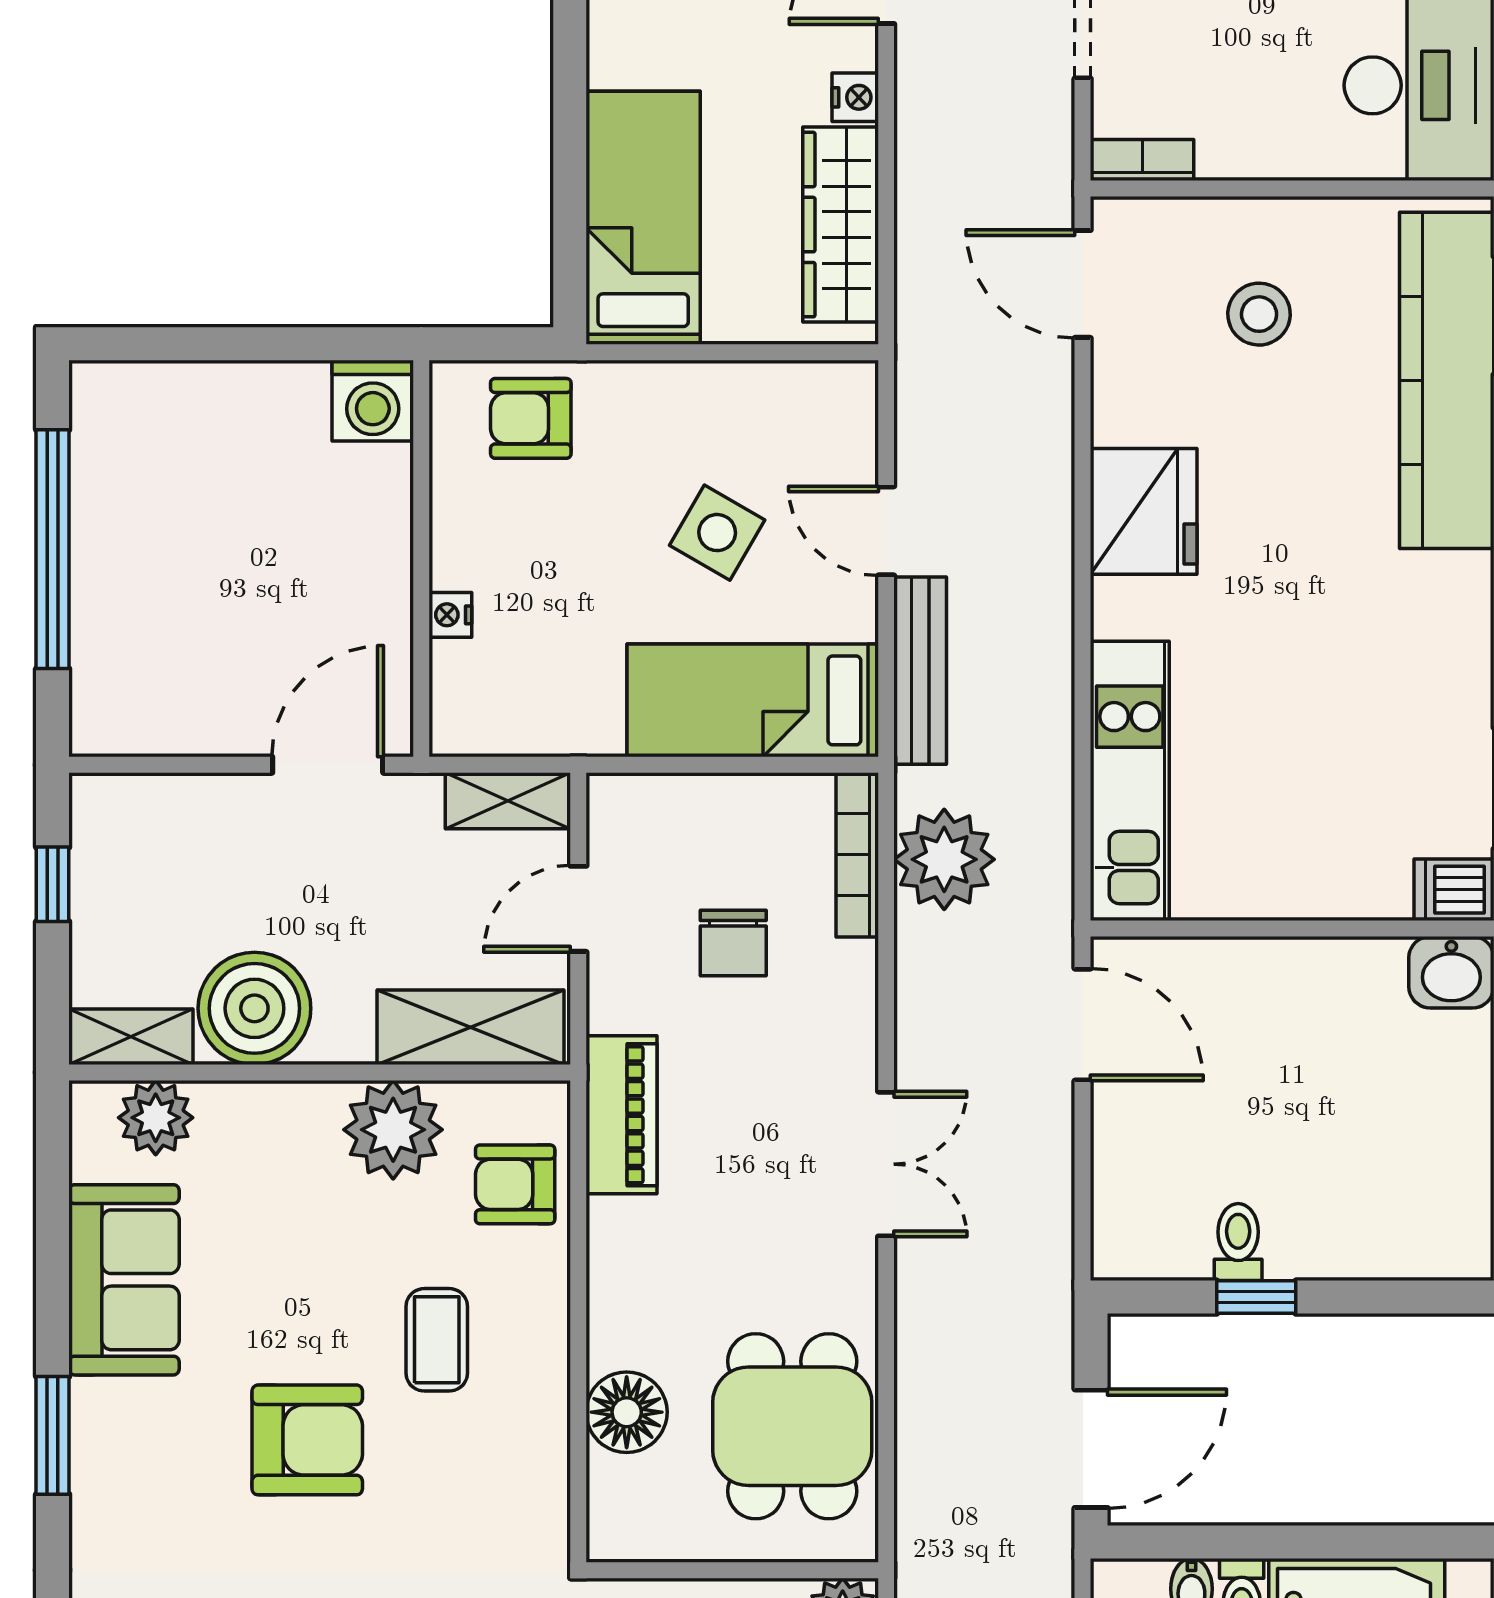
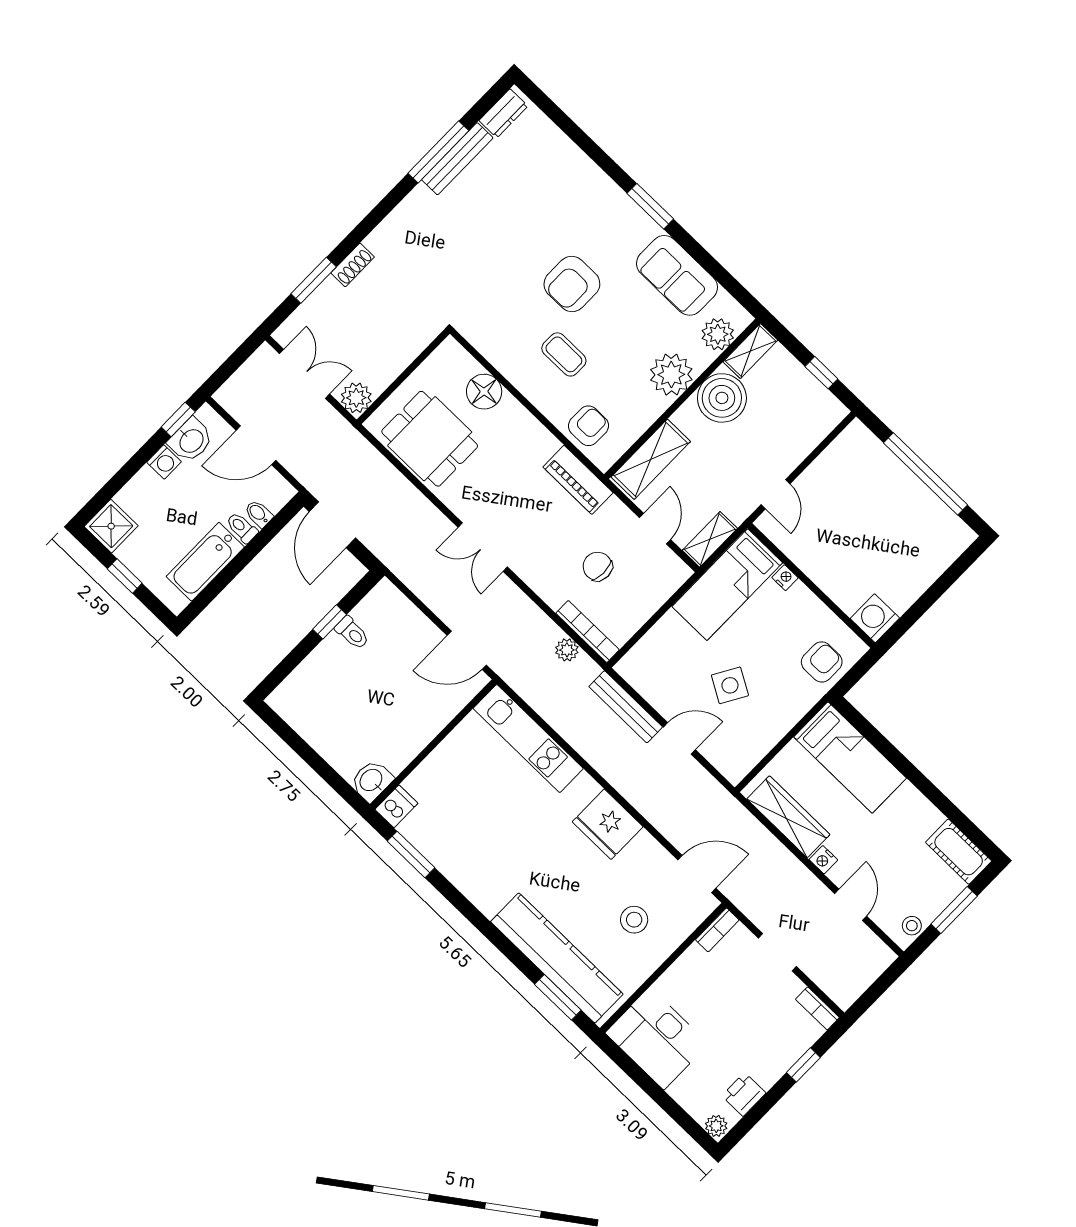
bed: (753, 700) -> (727, 585), moved, turned 180
door: (328, 765) -> (775, 494), width x0.73
plant: (944, 859) -> (567, 650), width x0.53, depth x0.53
plant: (393, 1130) -> (671, 375), moved

